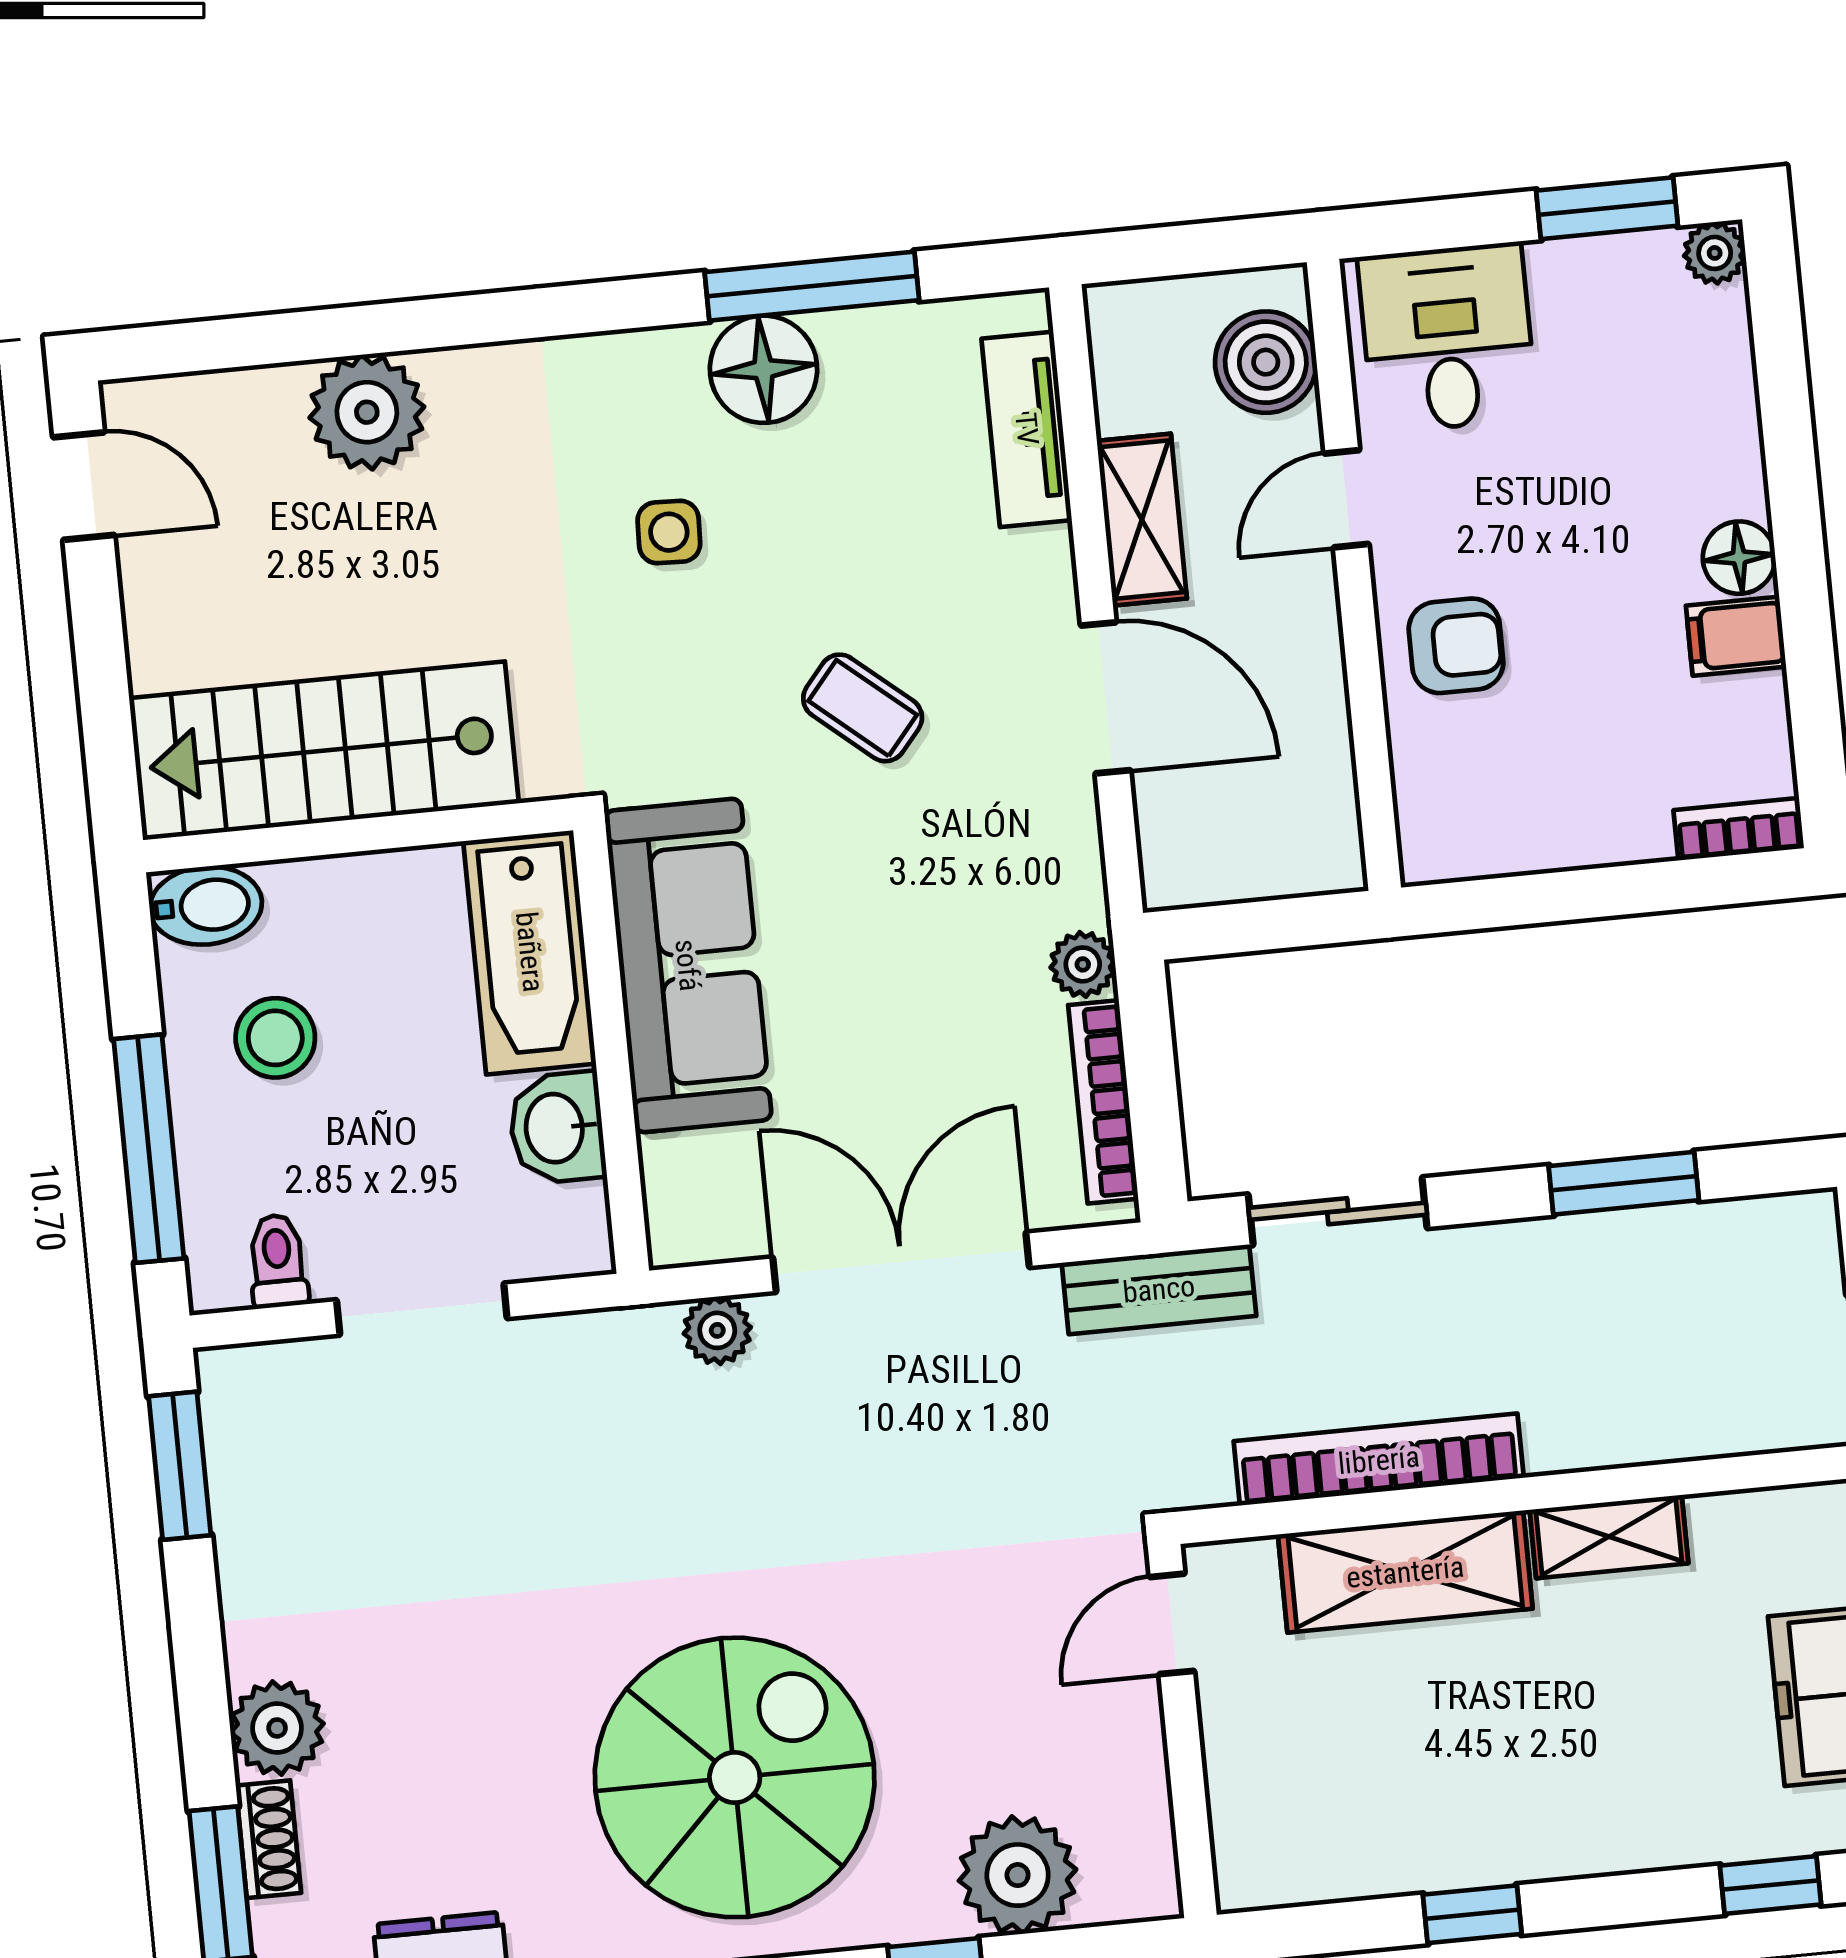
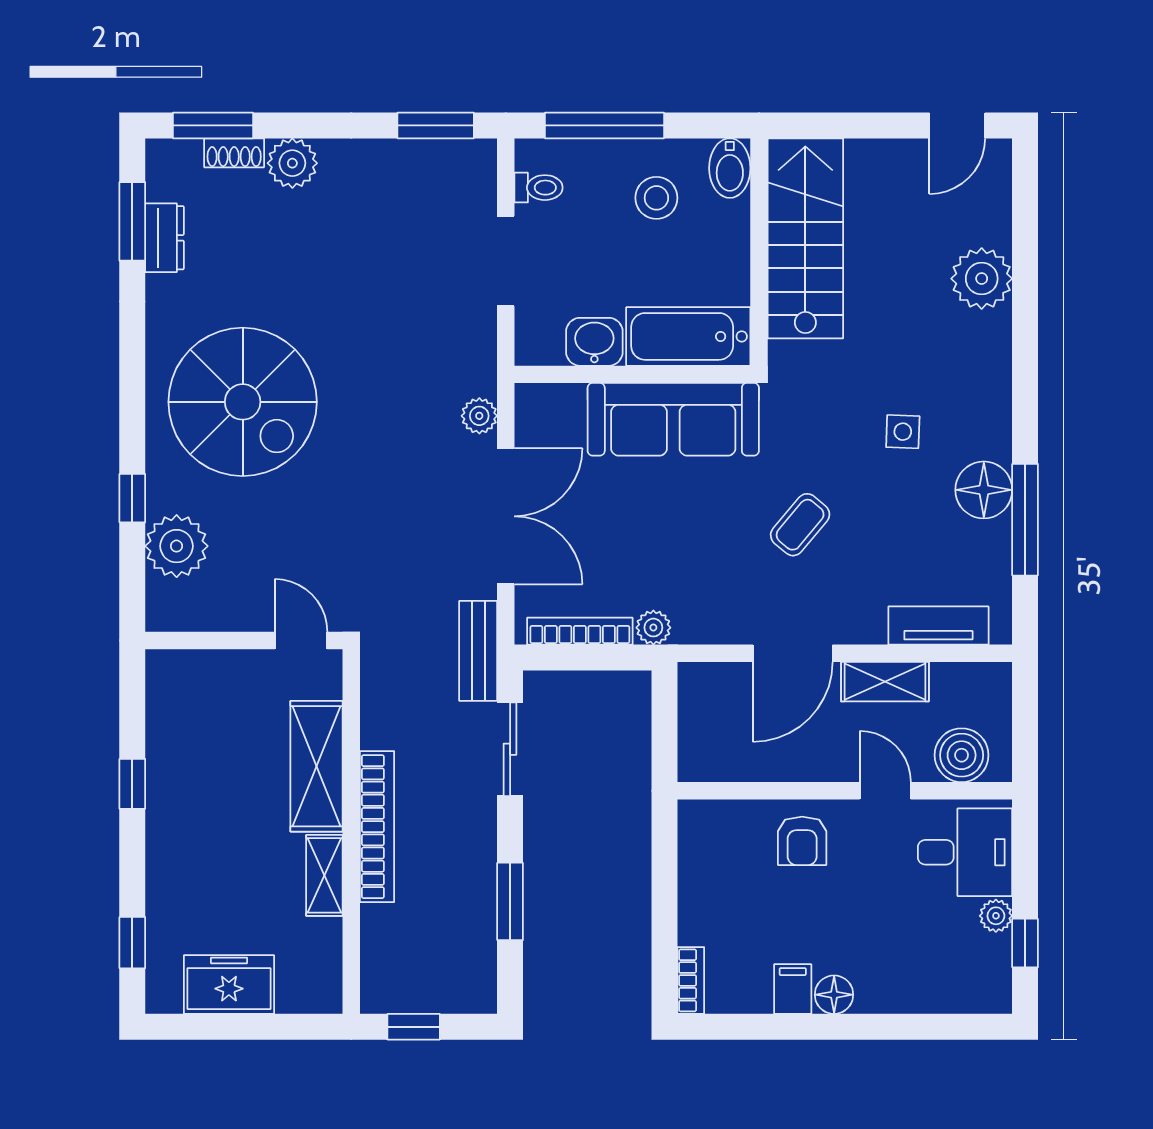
window: (1607, 208) -> (1025, 943), width x0.67
plant: (1715, 253) -> (996, 916), moved
bookcase: (1379, 1460) -> (377, 827), moved

